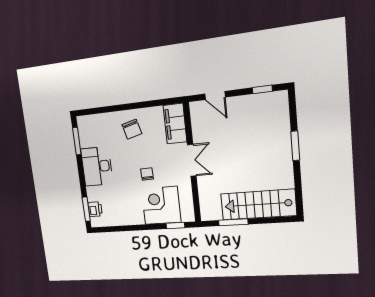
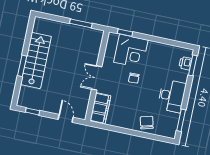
chair: (132, 129) -> (147, 123), moved
stairs: (258, 205) -> (36, 60), moved, turned -90

